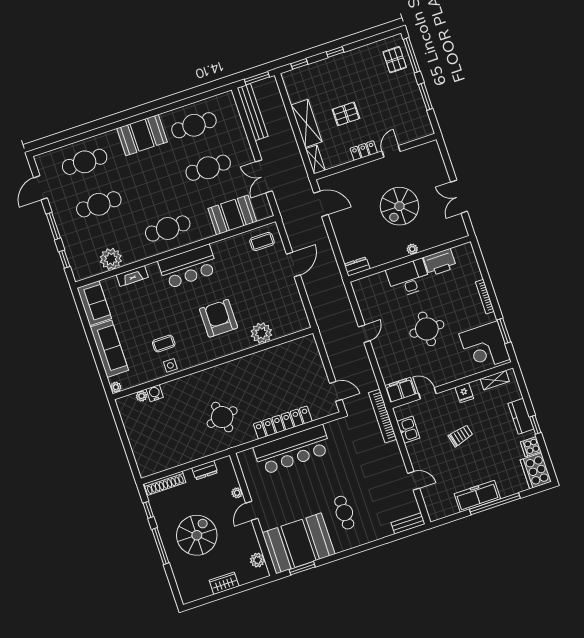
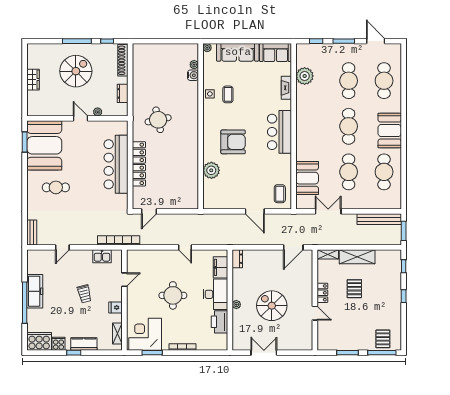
pallet: (395, 60) -> (383, 339), turned 90
cafe table: (168, 228) -> (349, 126), moved
filing cabinet: (400, 390) -> (220, 267), moved, turned 180
spiral stairs: (197, 535) -> (76, 71), turned -90
plant: (257, 560) -> (42, 110), removed

